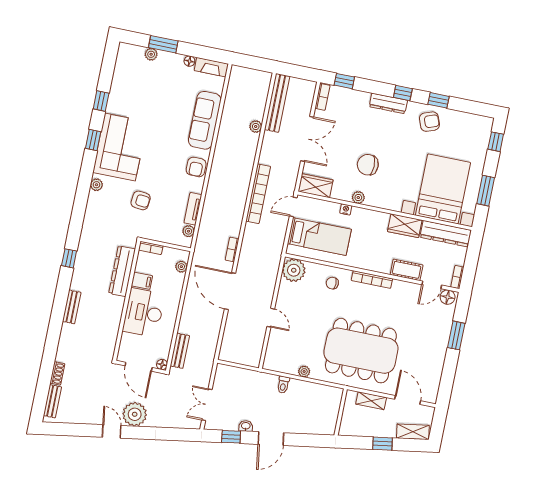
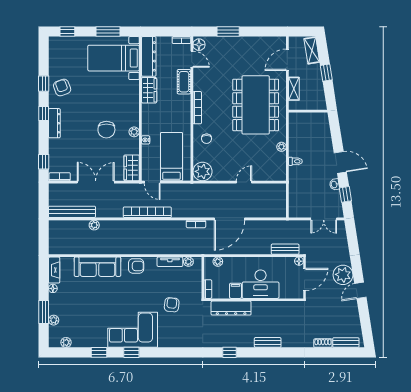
plant: (96, 185) -> (66, 342), moved
bed with nightstands: (443, 189) -> (114, 58), width x0.73

